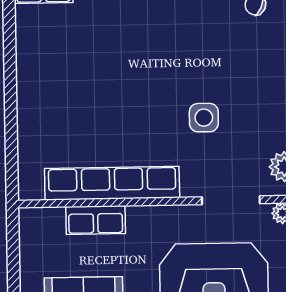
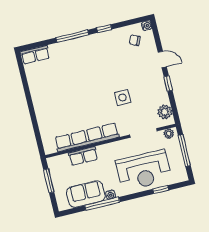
window: (13, 255) -> (49, 181), added

